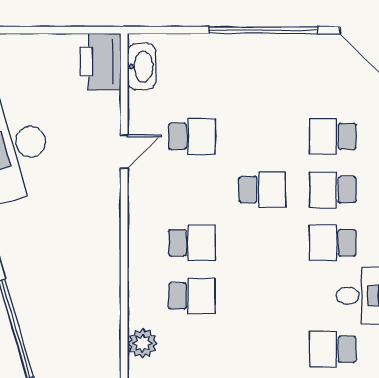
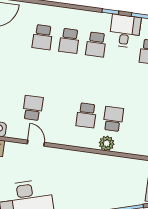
school desk: (262, 190) -> (64, 76), removed
school desk: (192, 243) -> (86, 115), turned 180
plant: (143, 343) -> (107, 143), moved

